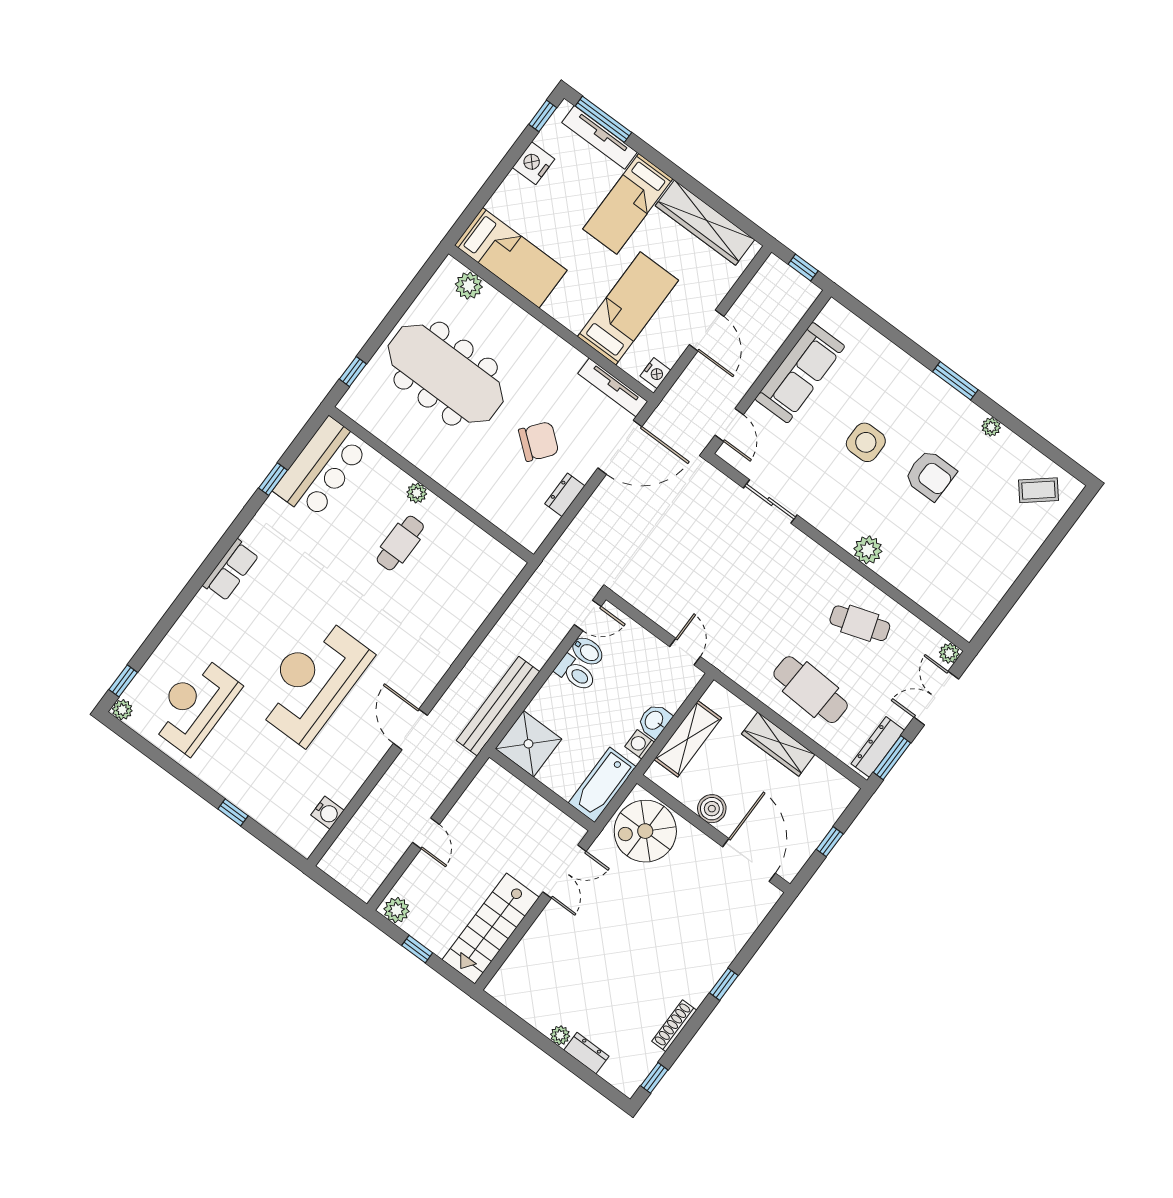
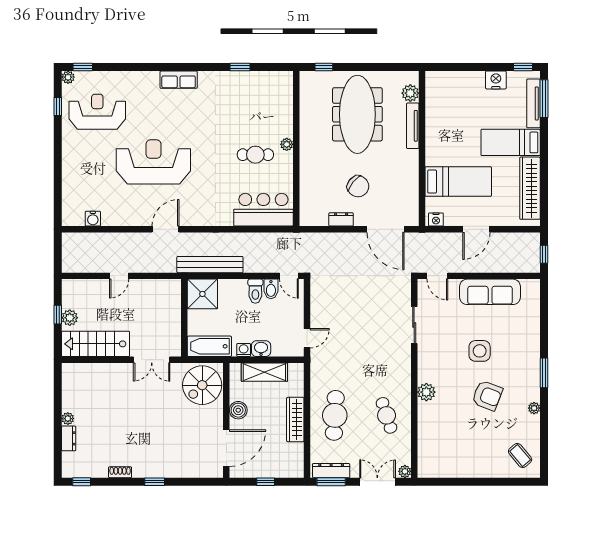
bed: (511, 258) -> (440, 104), removed
tv unit: (613, 388) -> (413, 126), moved
door: (729, 425) -> (437, 276), hinge flipped
bar counter: (321, 469) -> (263, 210), moved, turned 180
armchair: (930, 475) -> (487, 396), turned -69
window: (233, 812) -> (58, 107), moved
spiral stairs: (645, 831) -> (202, 385), turned -90
plant: (397, 910) -> (70, 318), moved
shoe rack: (674, 1026) -> (120, 472), width x0.70

